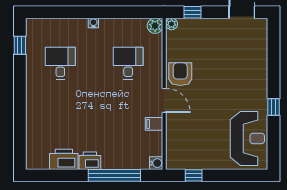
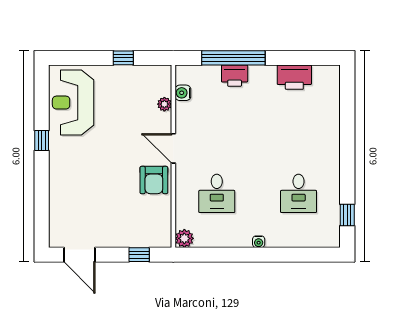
plant: (172, 24) -> (164, 104), moved
filing cabinet: (154, 124) -> (185, 120), removed
printer: (90, 161) -> (235, 76), moved
water cooler: (156, 163) -> (183, 93), moved
window: (194, 175) -> (123, 58), moved

